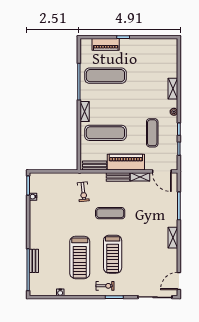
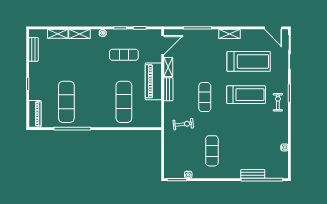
piano: (106, 44) -> (35, 114), moved
shelving: (85, 111) -> (58, 34), moved
bench: (95, 165) -> (33, 49), moved
exercise mat: (57, 220) -> (212, 151), added
treadmill: (80, 257) -> (249, 61), moved

